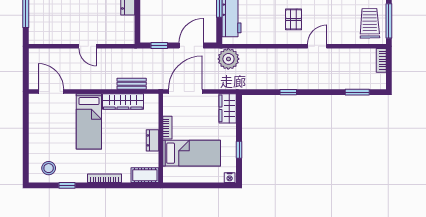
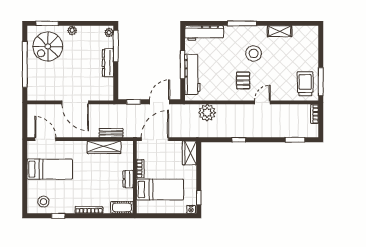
door: (88, 46) -> (75, 102), width x1.87
plant: (228, 59) -> (207, 113), moved
bed: (89, 121) -> (50, 169), moved, turned -90
window: (239, 150) -> (199, 198), moved

